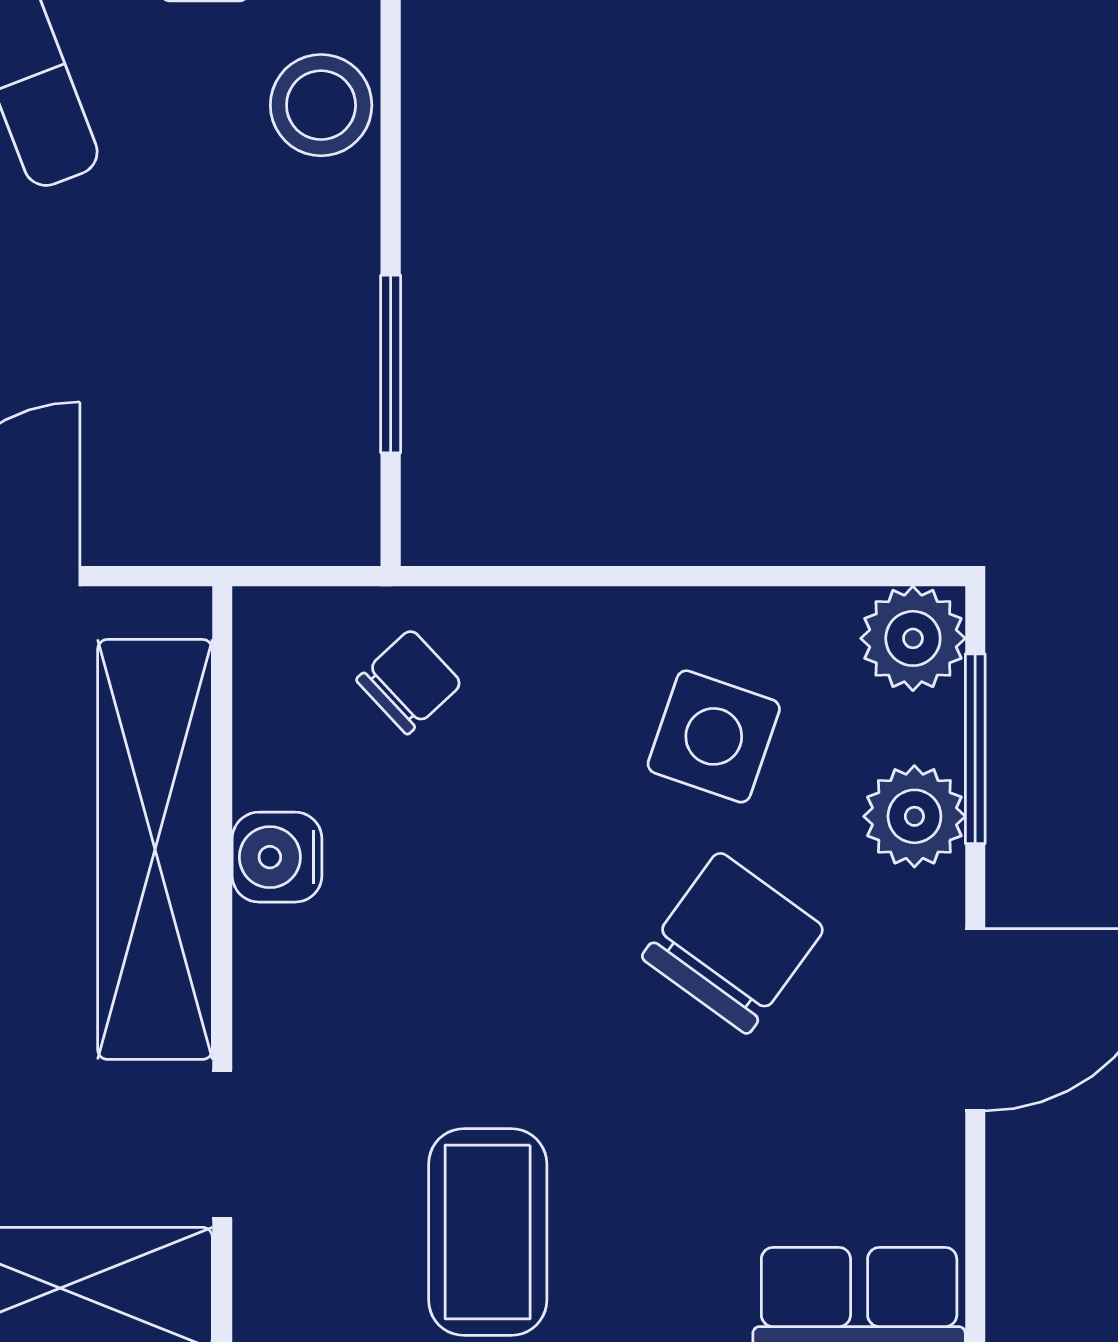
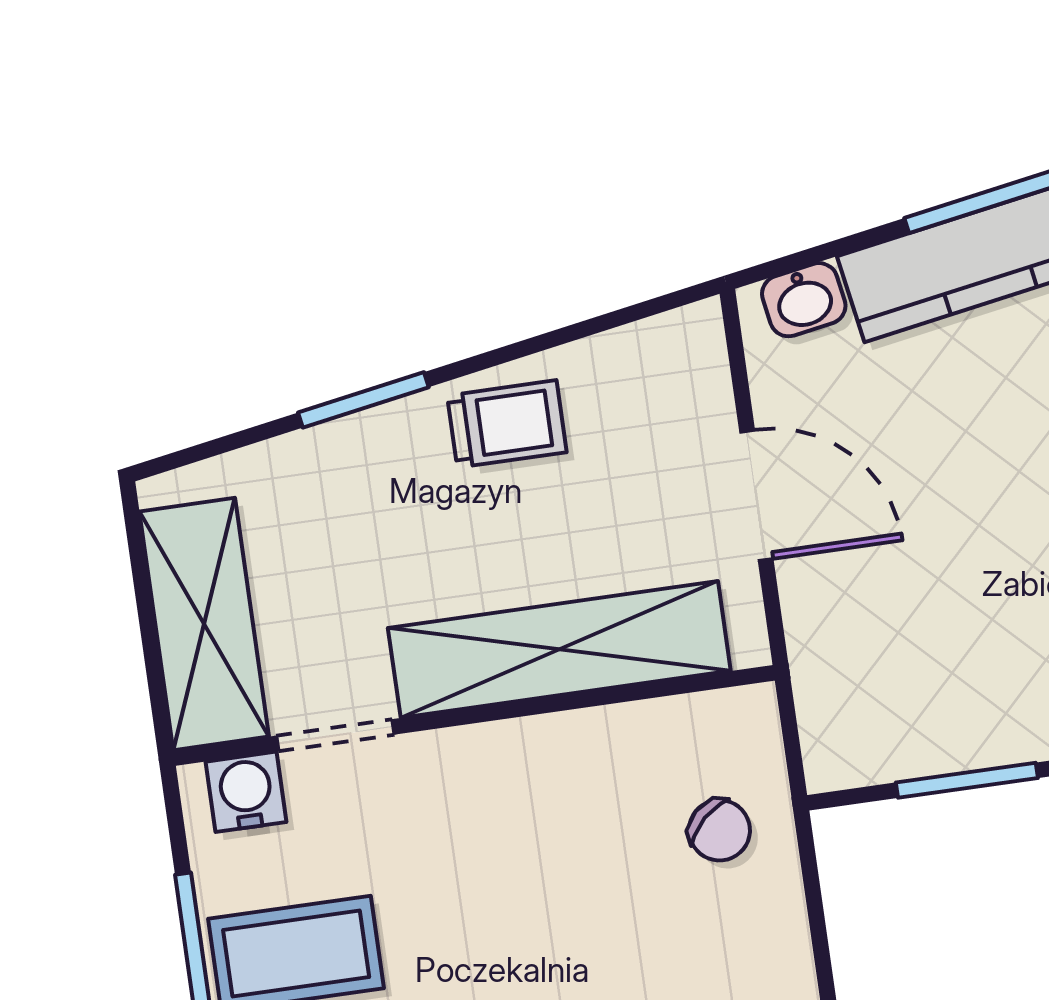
water cooler: (277, 857) -> (246, 792), moved

